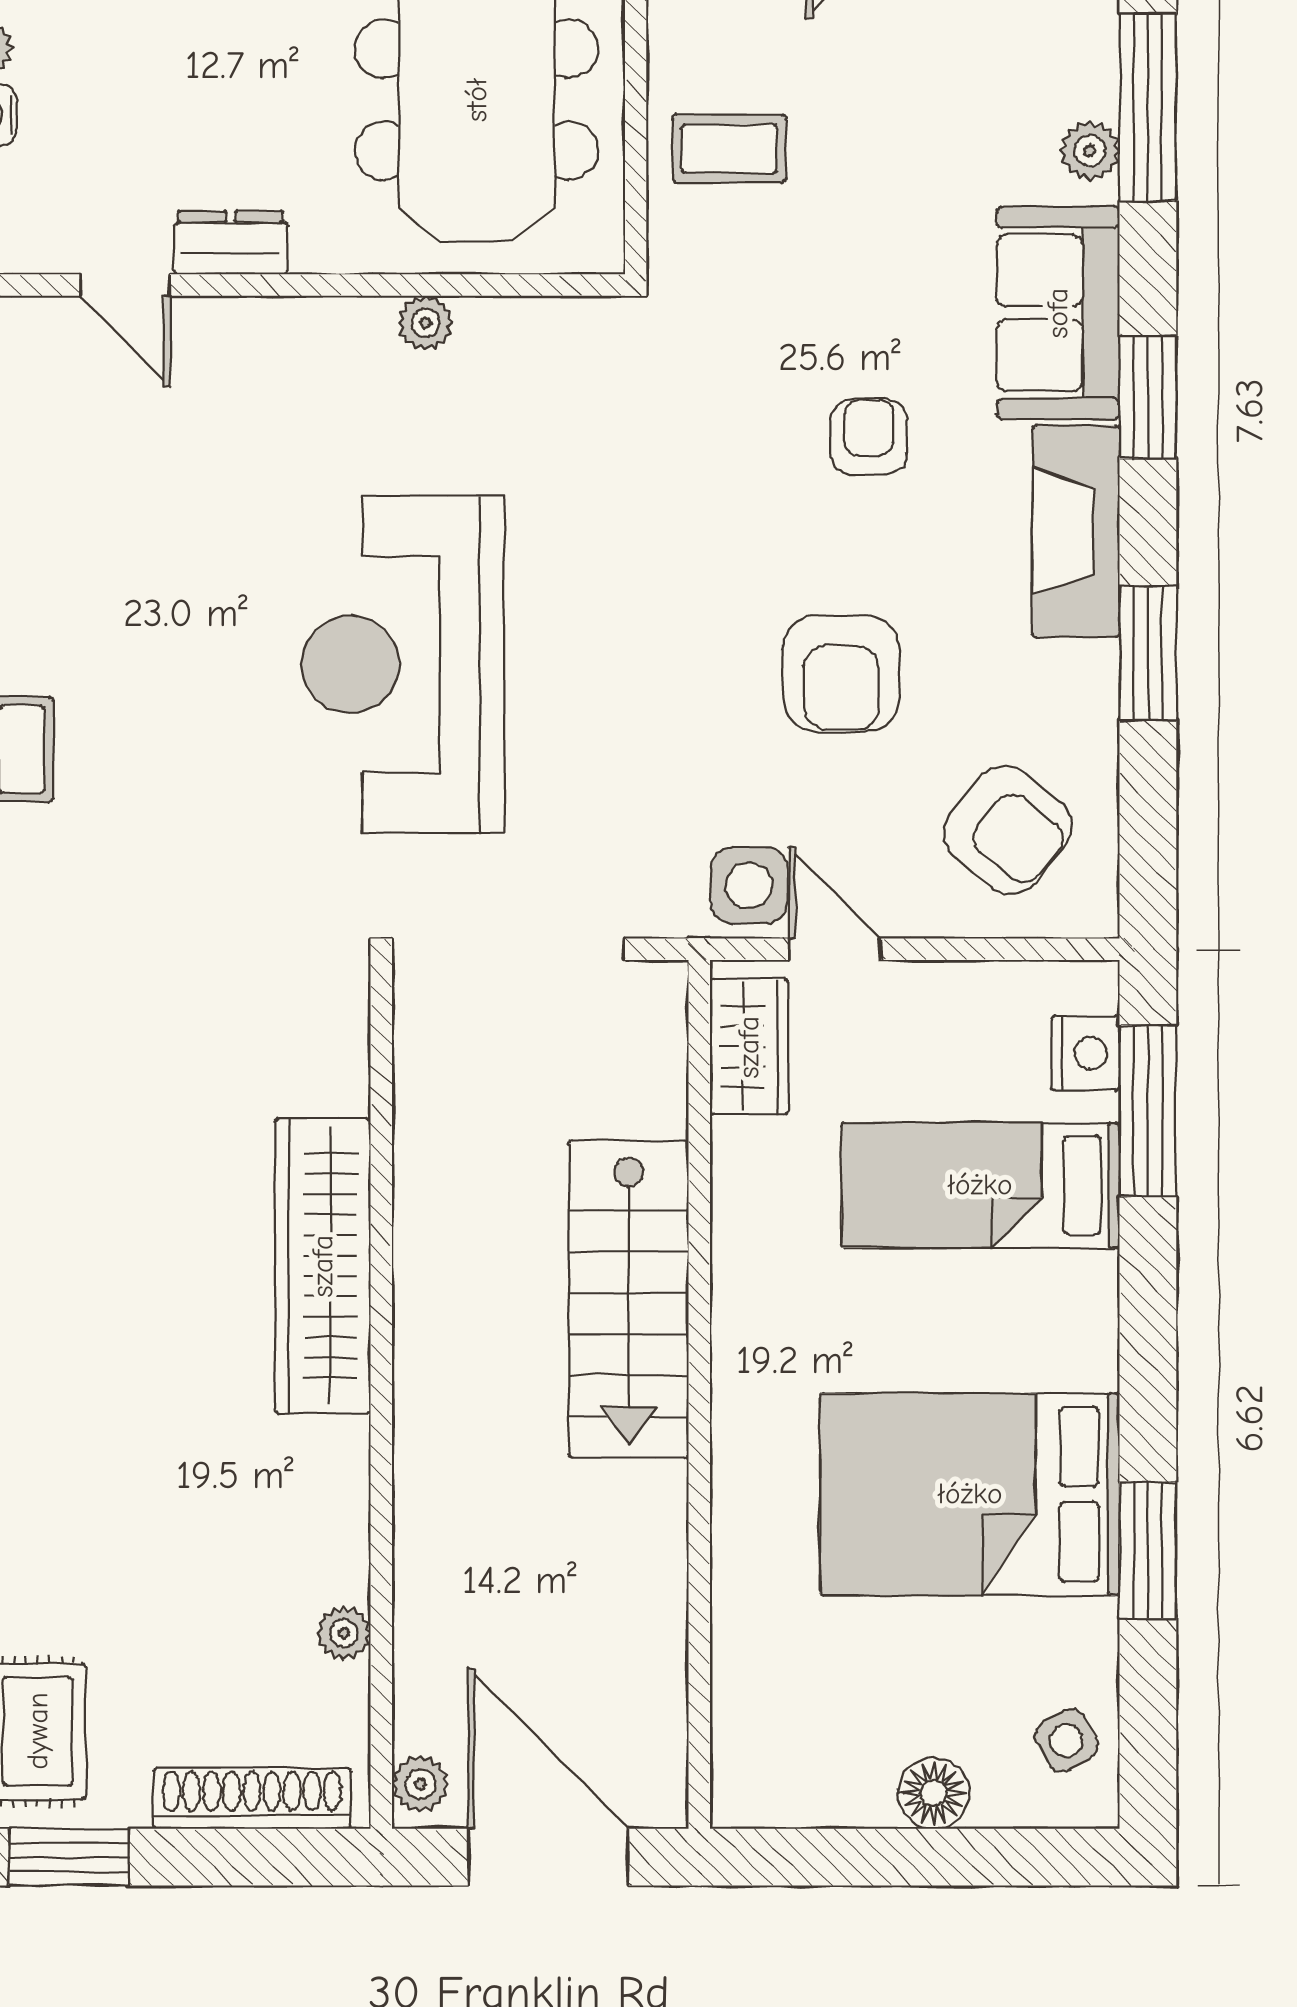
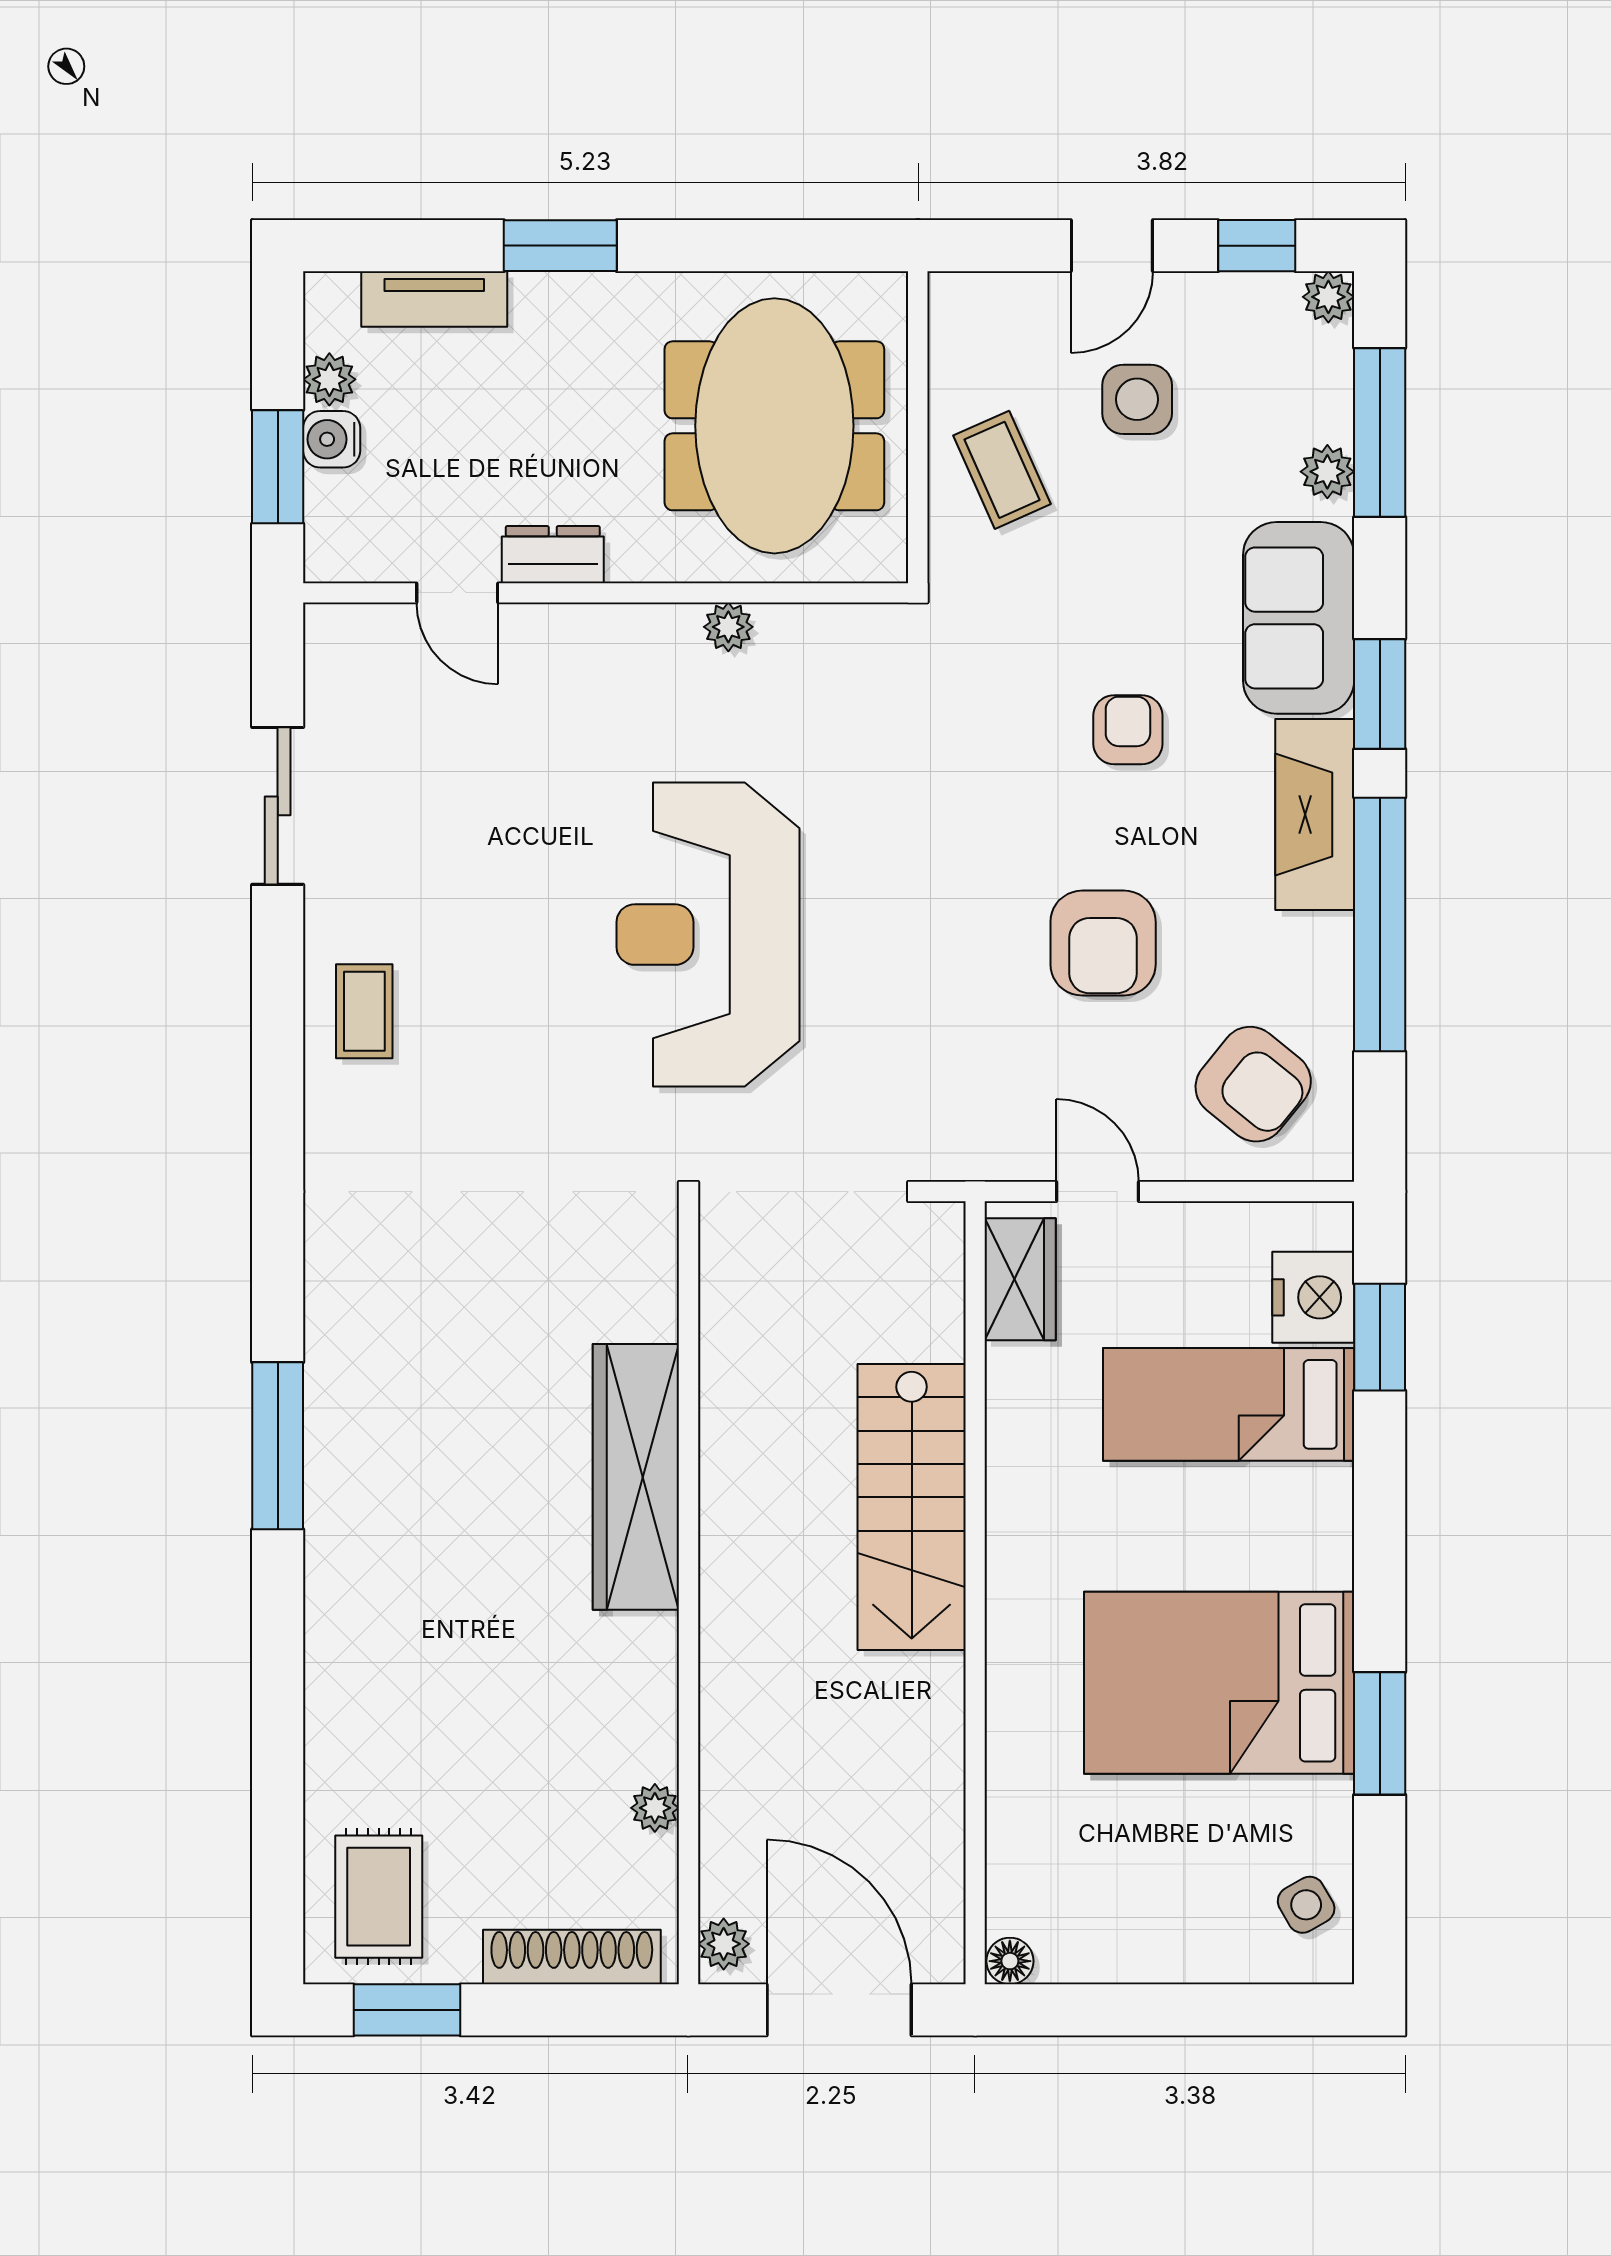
coffee table: (729, 149) -> (1002, 470), turned 66
window: (1148, 653) -> (1380, 925), width x2.11
side table: (749, 885) -> (1137, 399), moved
nightstand: (1085, 1053) -> (1313, 1297), width x1.36, depth x1.33
window: (1148, 1111) -> (1380, 1337), width x0.69
floor lamp: (934, 1793) -> (1010, 1961), moved, width x0.73, depth x0.73

